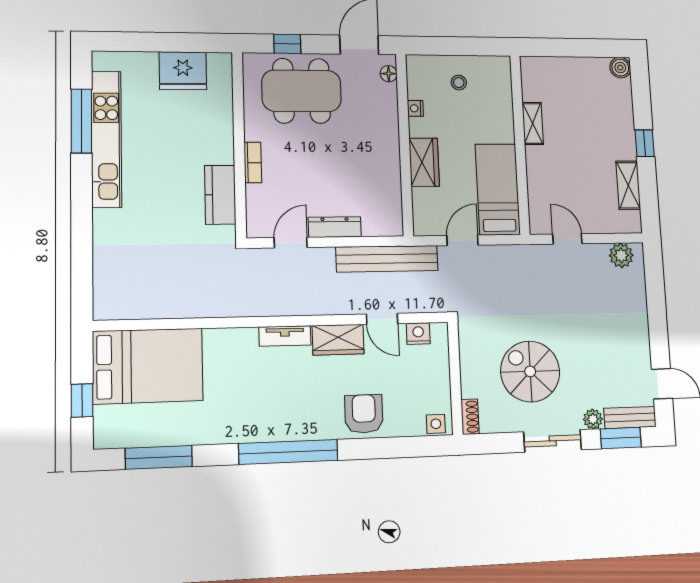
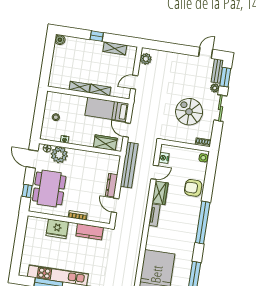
fridge: (183, 71) -> (57, 229), moved, turned 90
plant: (380, 102) -> (59, 155), added
wardrobe: (424, 162) -> (105, 143), moved
shelving: (536, 168) -> (100, 90), added
spiral stairs: (530, 371) -> (189, 112), turned 90

